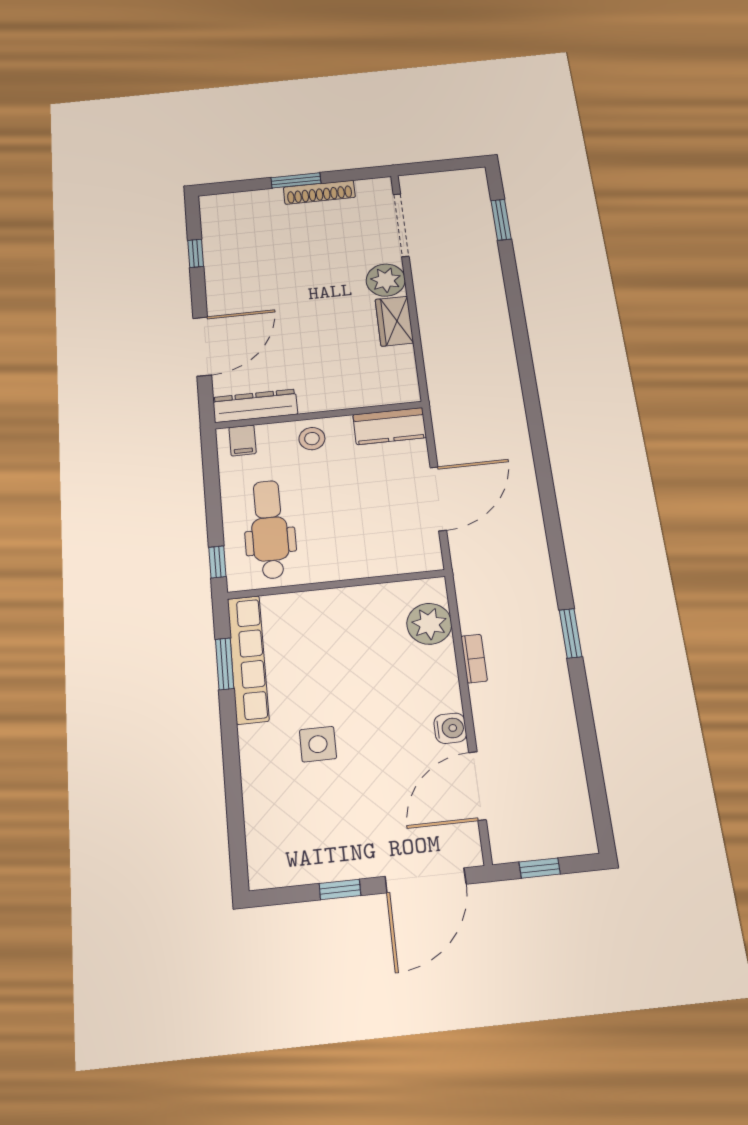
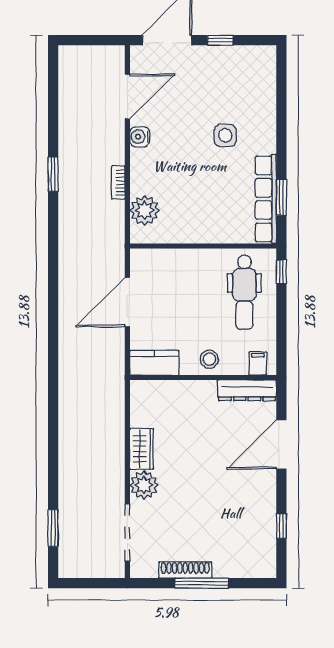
window: (296, 180) -> (202, 583), width x1.44
window: (571, 633) -> (53, 174), moved
window: (540, 868) -> (96, 40), removed

